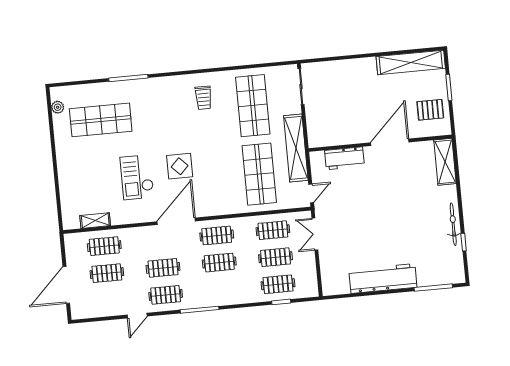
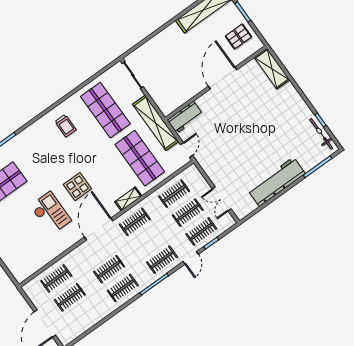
workbench: (344, 158) -> (185, 117), moved
checkout: (137, 177) -> (51, 213), turned 180
shelving: (95, 221) -> (128, 199), moved
bicycle: (453, 224) -> (321, 134), moved
double door: (315, 234) -> (222, 199), moved
clothes rail: (219, 263) -> (162, 260), moved
door: (137, 316) -> (191, 258), moved

